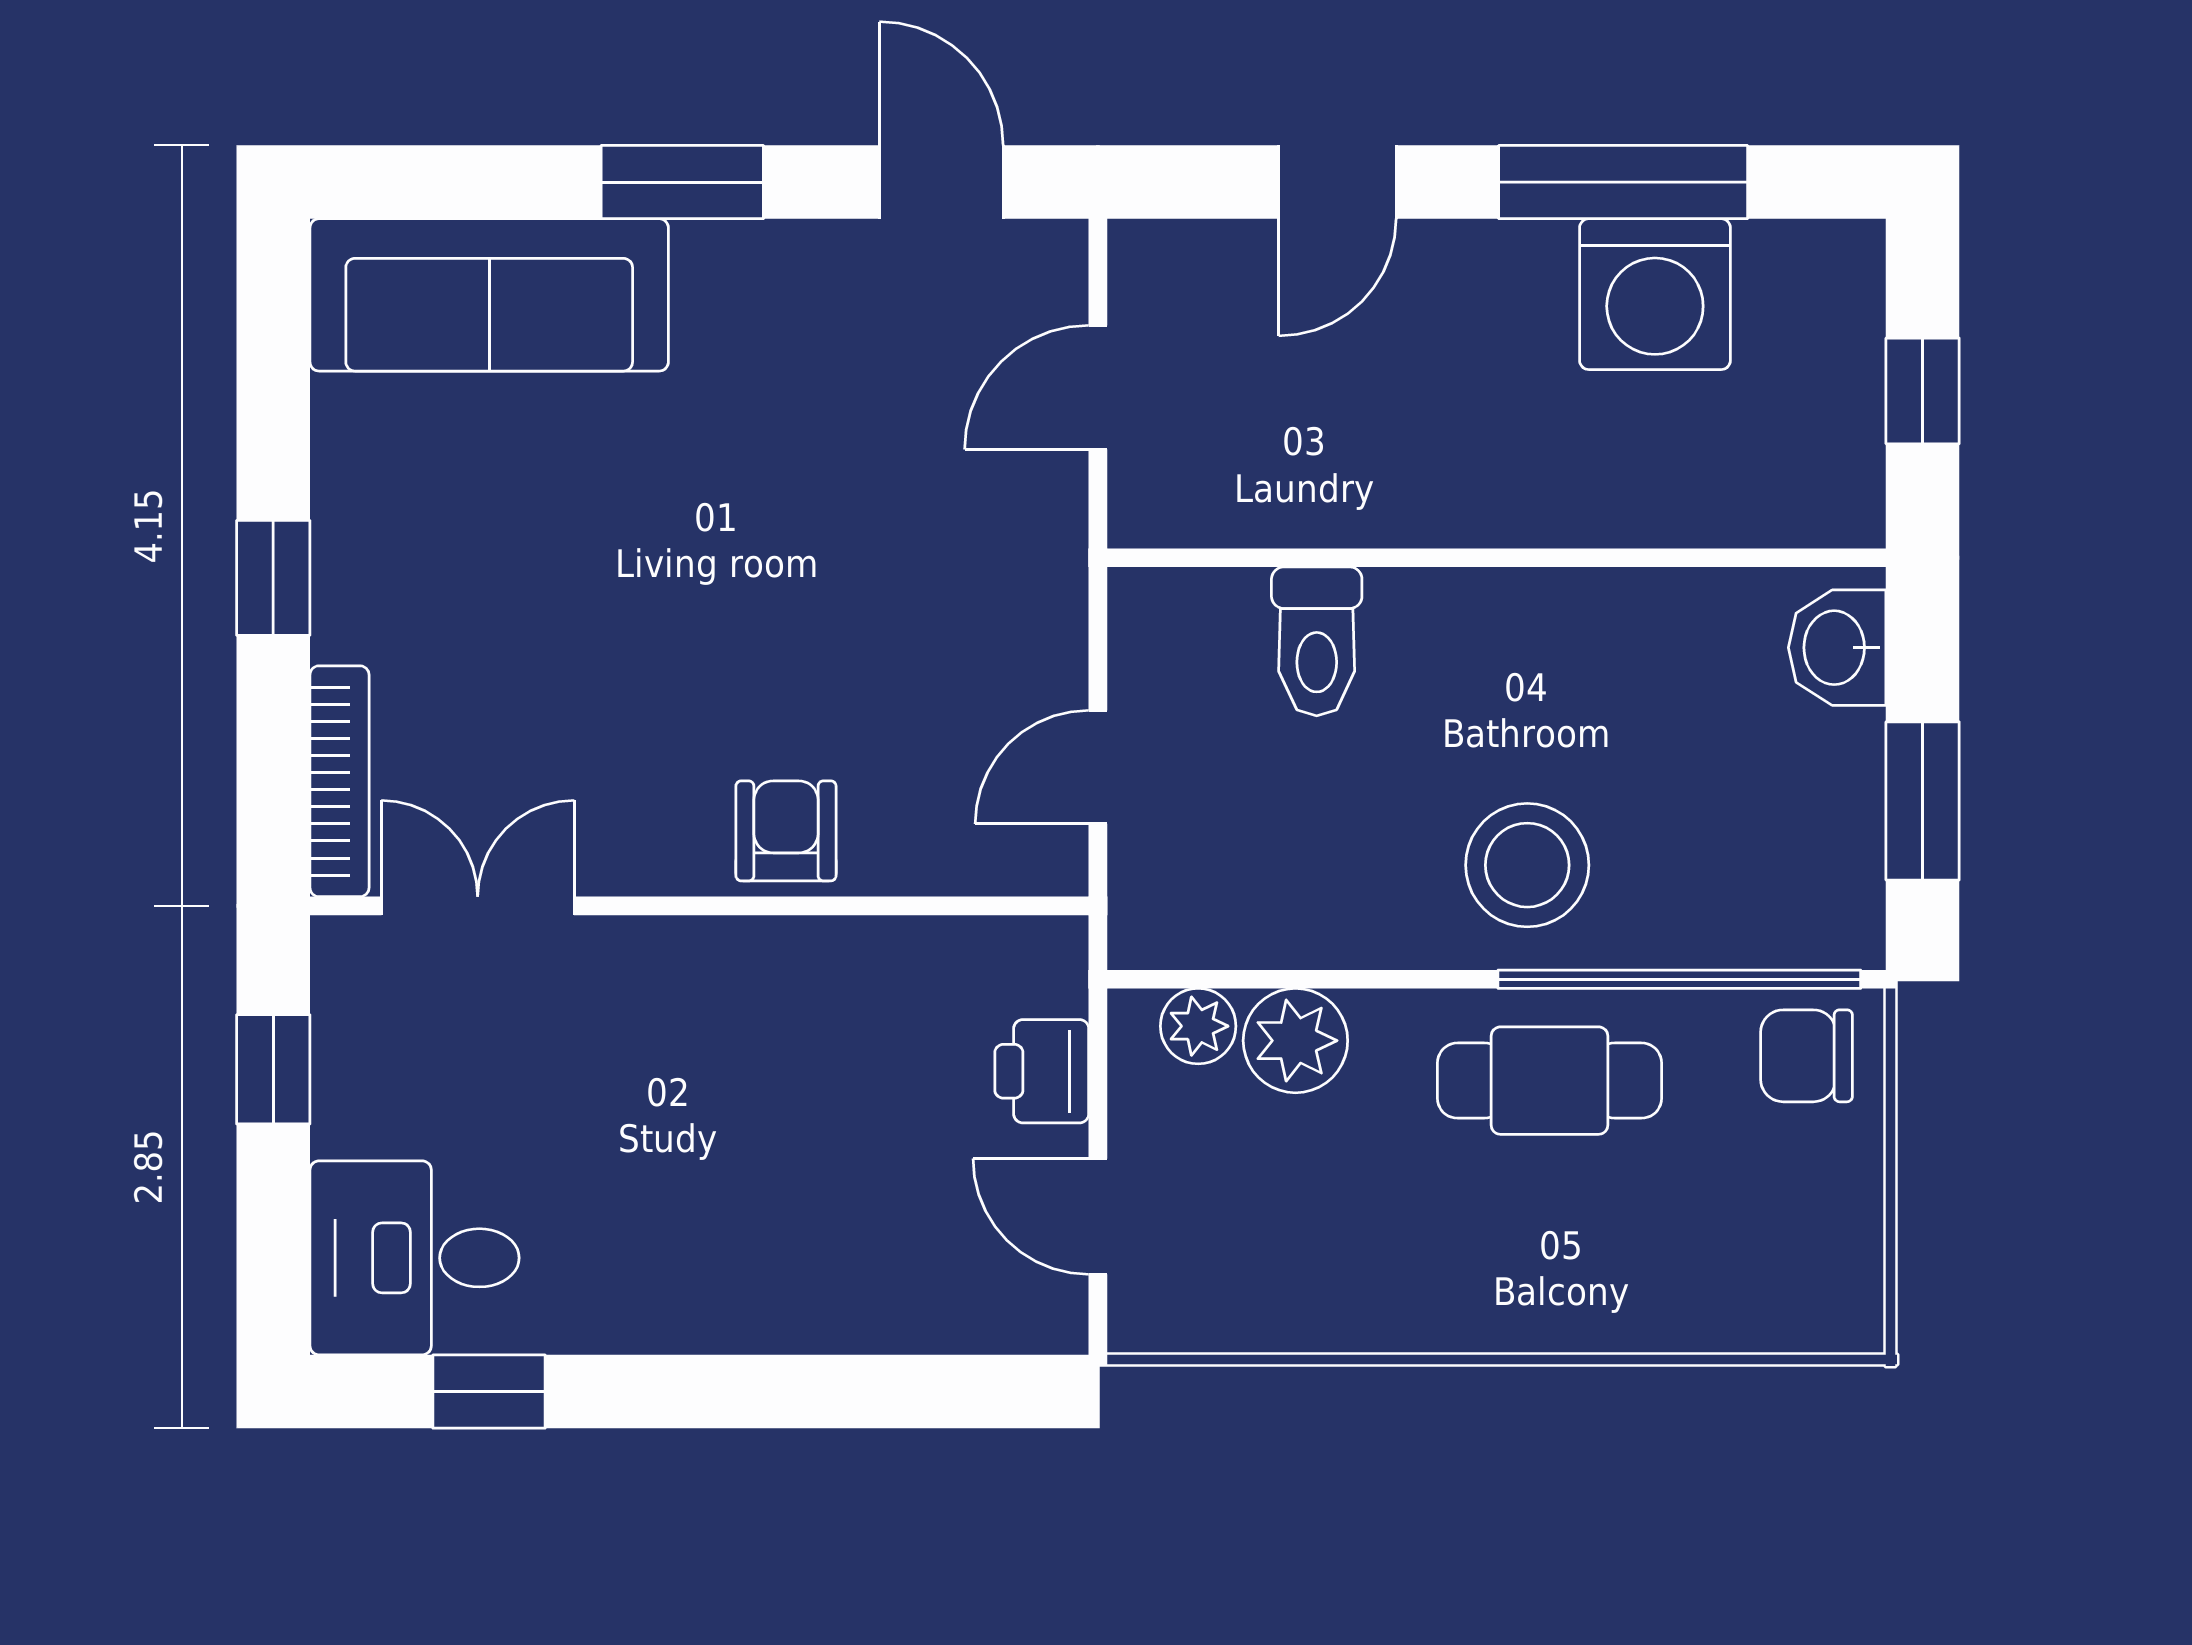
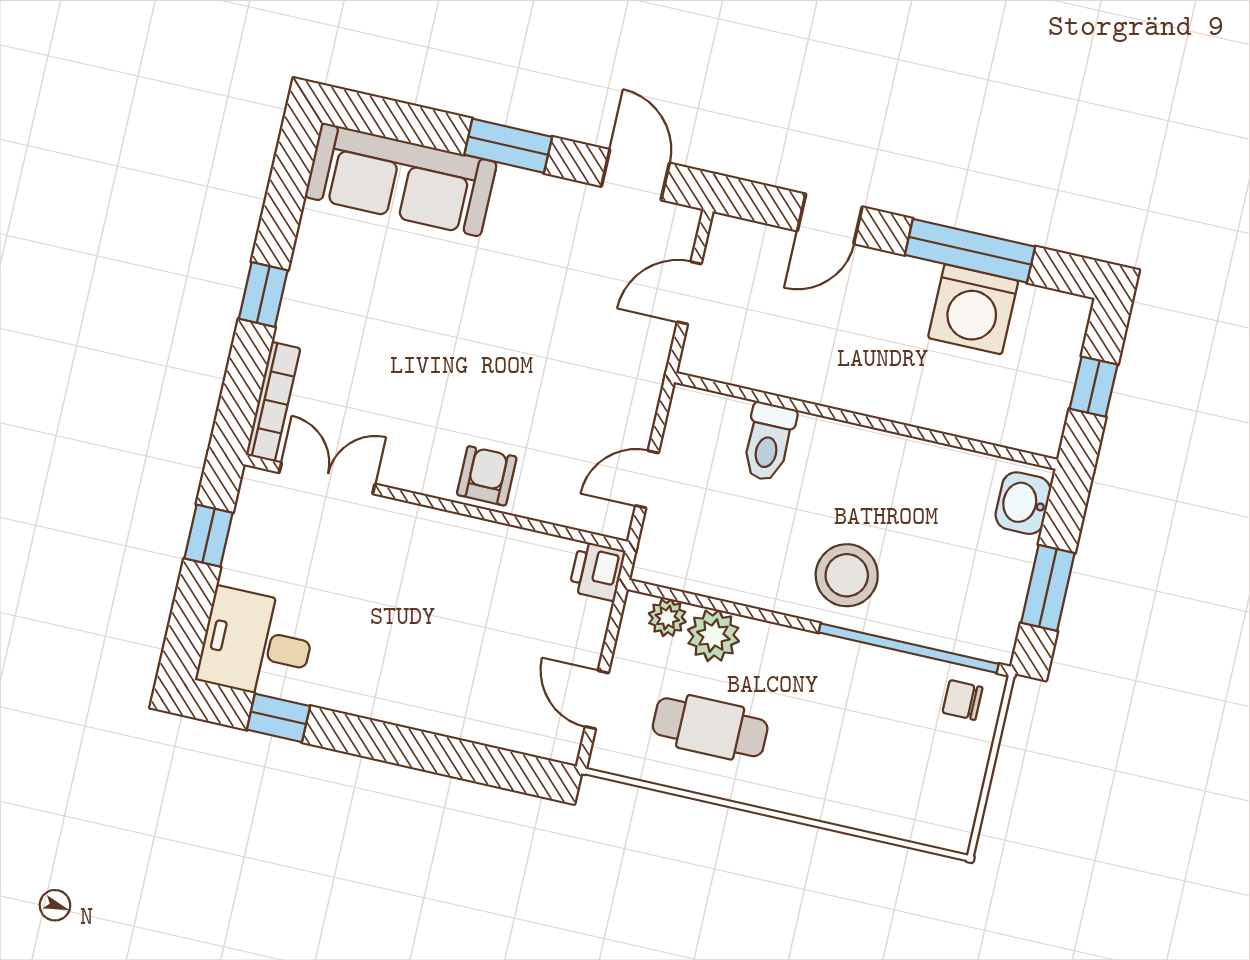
chair: (1807, 1056) -> (963, 700), width x0.73, depth x0.73
printer: (1042, 1071) -> (597, 571), moved
cafe table: (1549, 1081) -> (710, 727), moved

